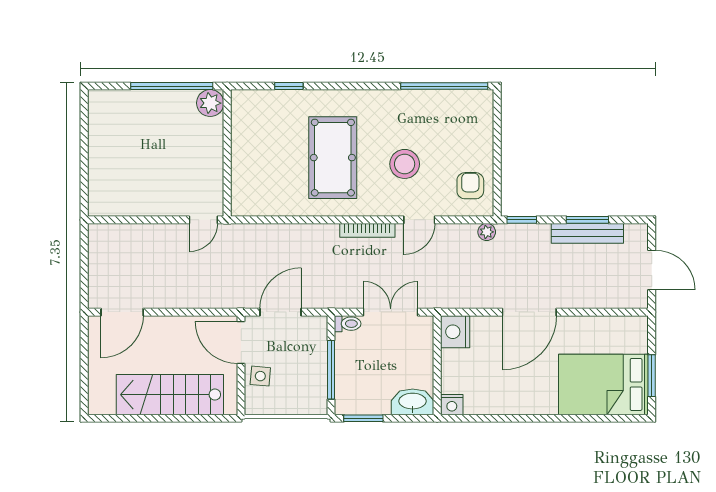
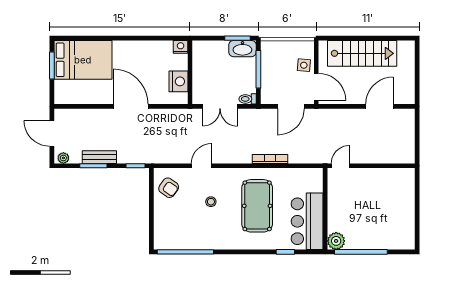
bar counter: (255, 134) -> (307, 221), added
stool: (405, 164) -> (211, 202), width x0.53, depth x0.53
armchair: (470, 186) -> (169, 188), turned -55
bookcase: (367, 230) -> (270, 159), moved
plant: (487, 232) -> (63, 158), moved
bench: (587, 233) -> (99, 157), width x0.73
door: (122, 312) -> (379, 106), moved
door: (529, 312) -> (131, 106), hinge flipped
nightstand: (455, 332) -> (178, 81), moved
washbasin: (413, 402) -> (242, 49), moved

